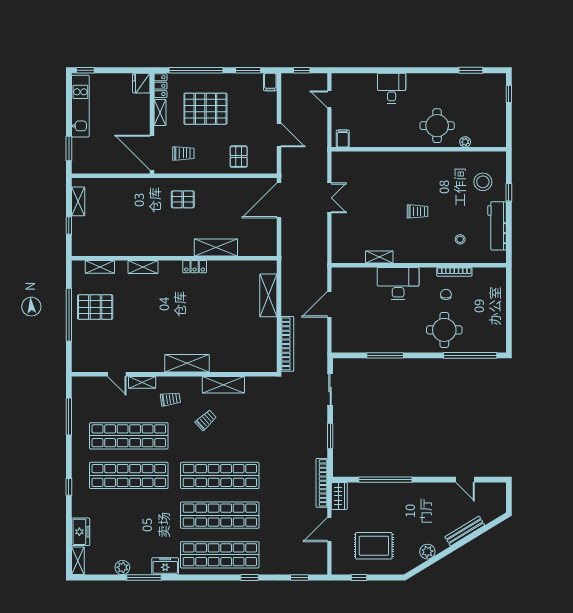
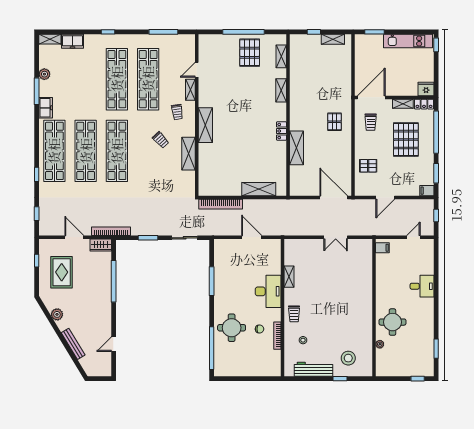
trolley: (418, 211) -> (294, 314), moved

